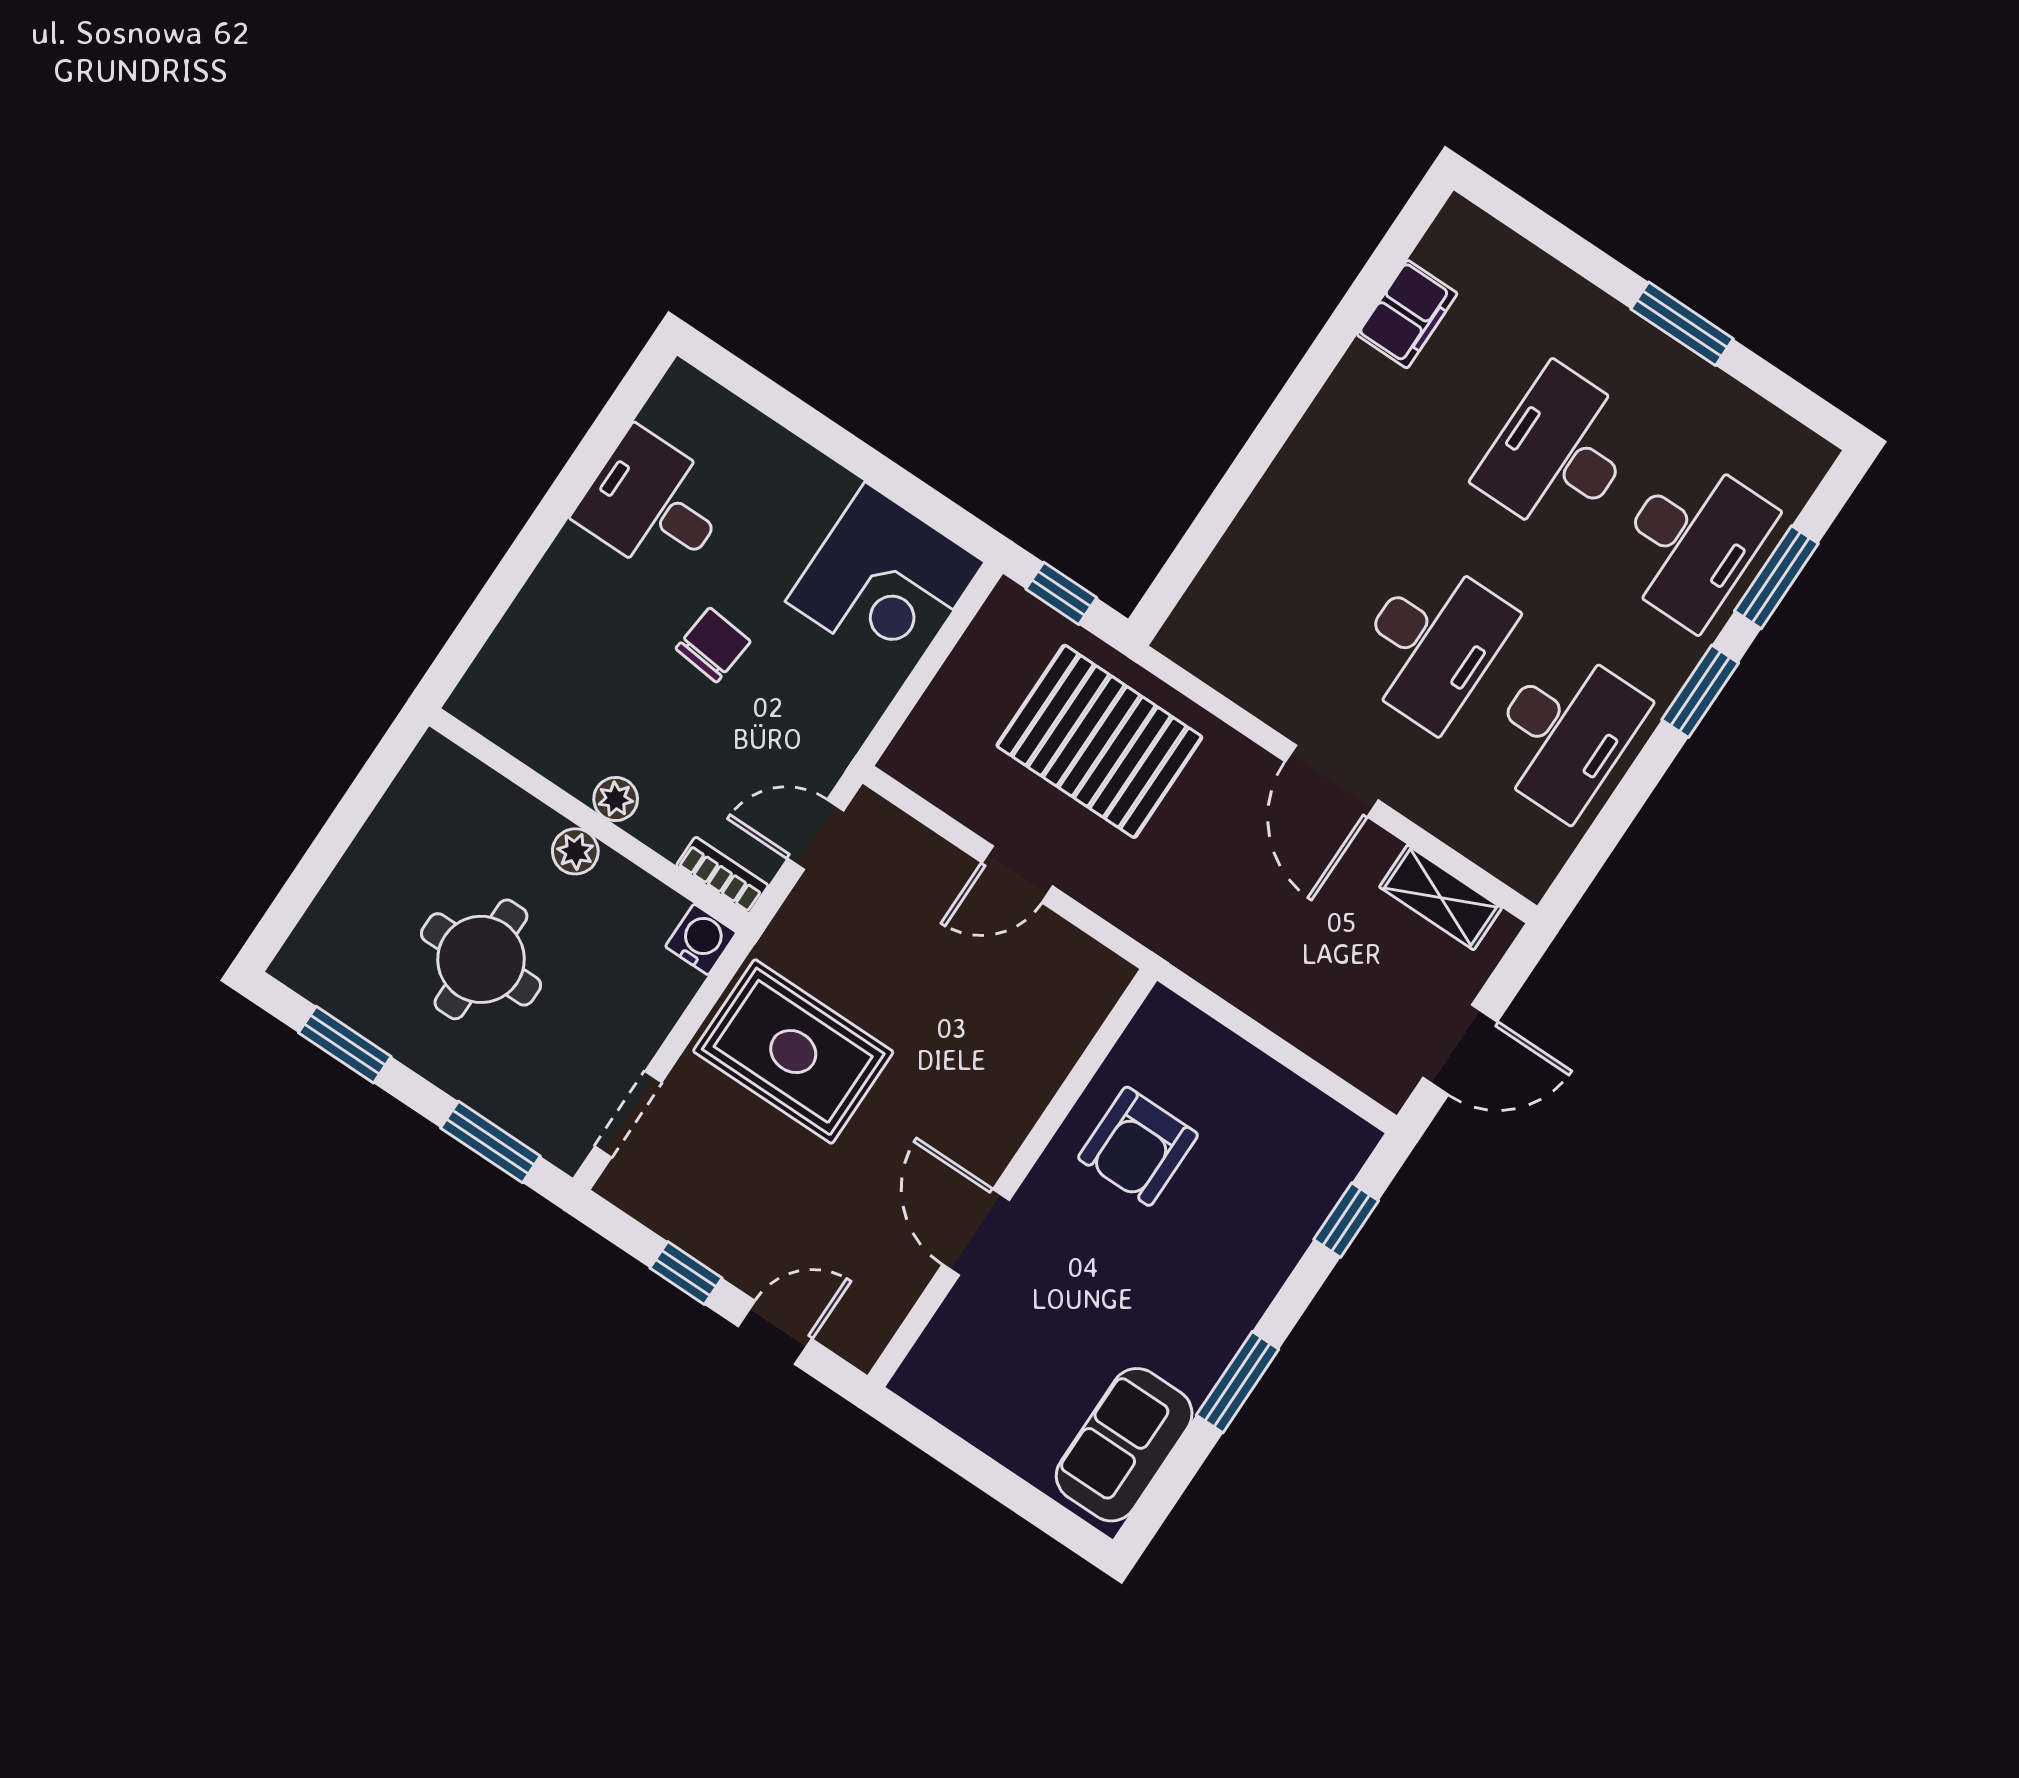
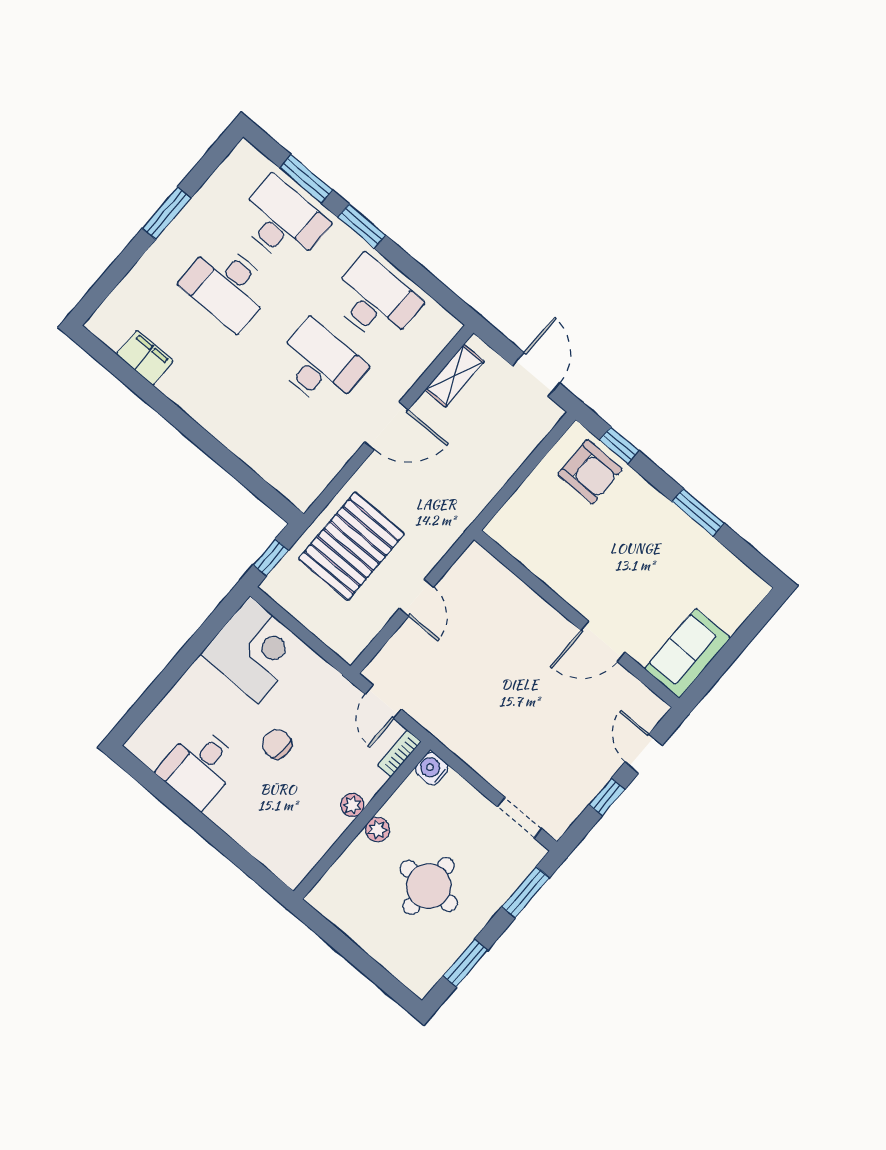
rug: (793, 1052) -> (496, 727), removed
armchair: (1138, 1146) -> (590, 472), moved
sofa: (1124, 1445) -> (687, 653), moved, turned 90

